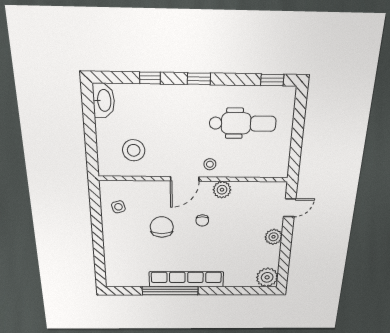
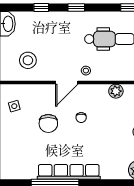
plant: (222, 190) -> (116, 91), moved
chair: (162, 227) -> (48, 123), turned 180

